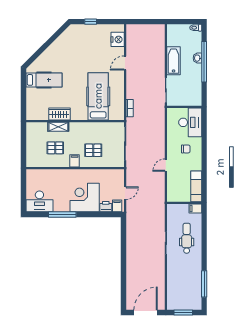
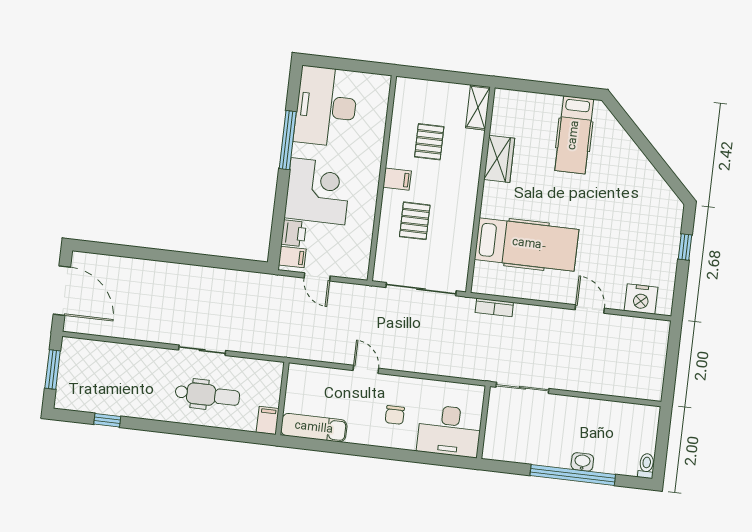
bathtub: (174, 61) -> (582, 411), removed
shelving: (58, 127) -> (478, 107), moved
desk: (39, 201) -> (326, 107), width x1.36, depth x1.30
window: (204, 284) -> (107, 420), width x0.46

